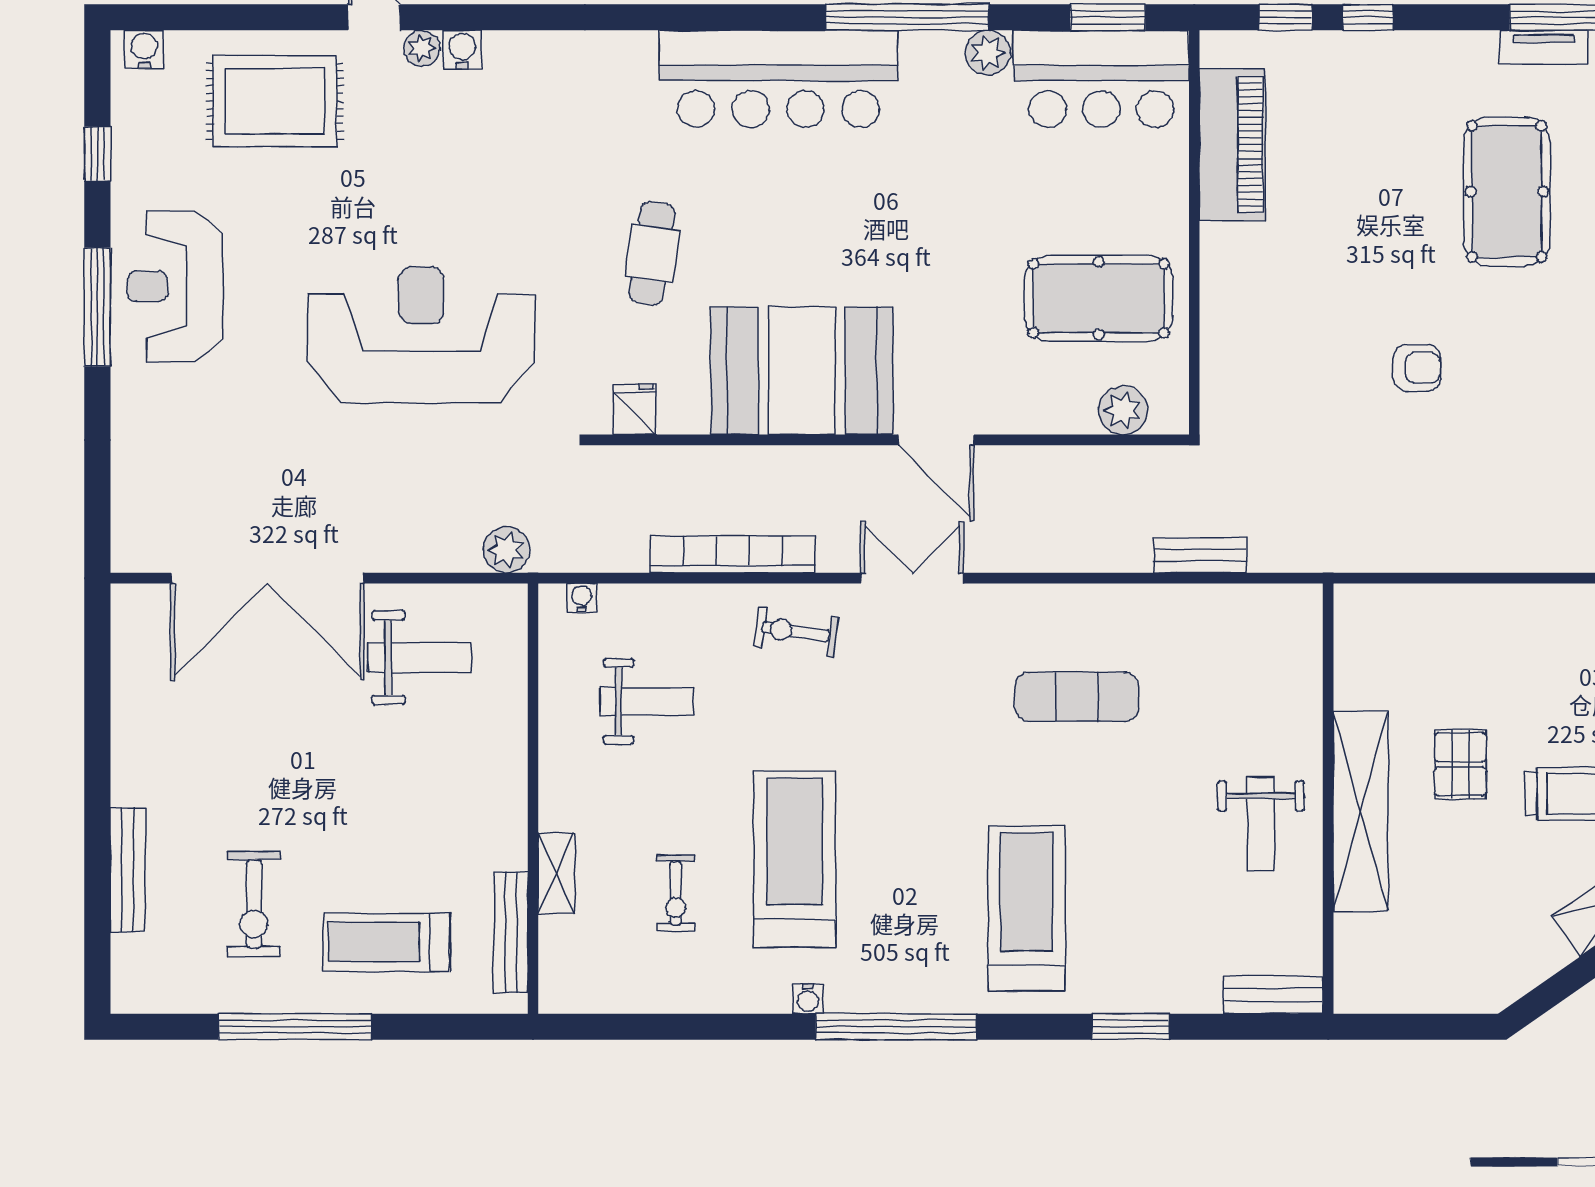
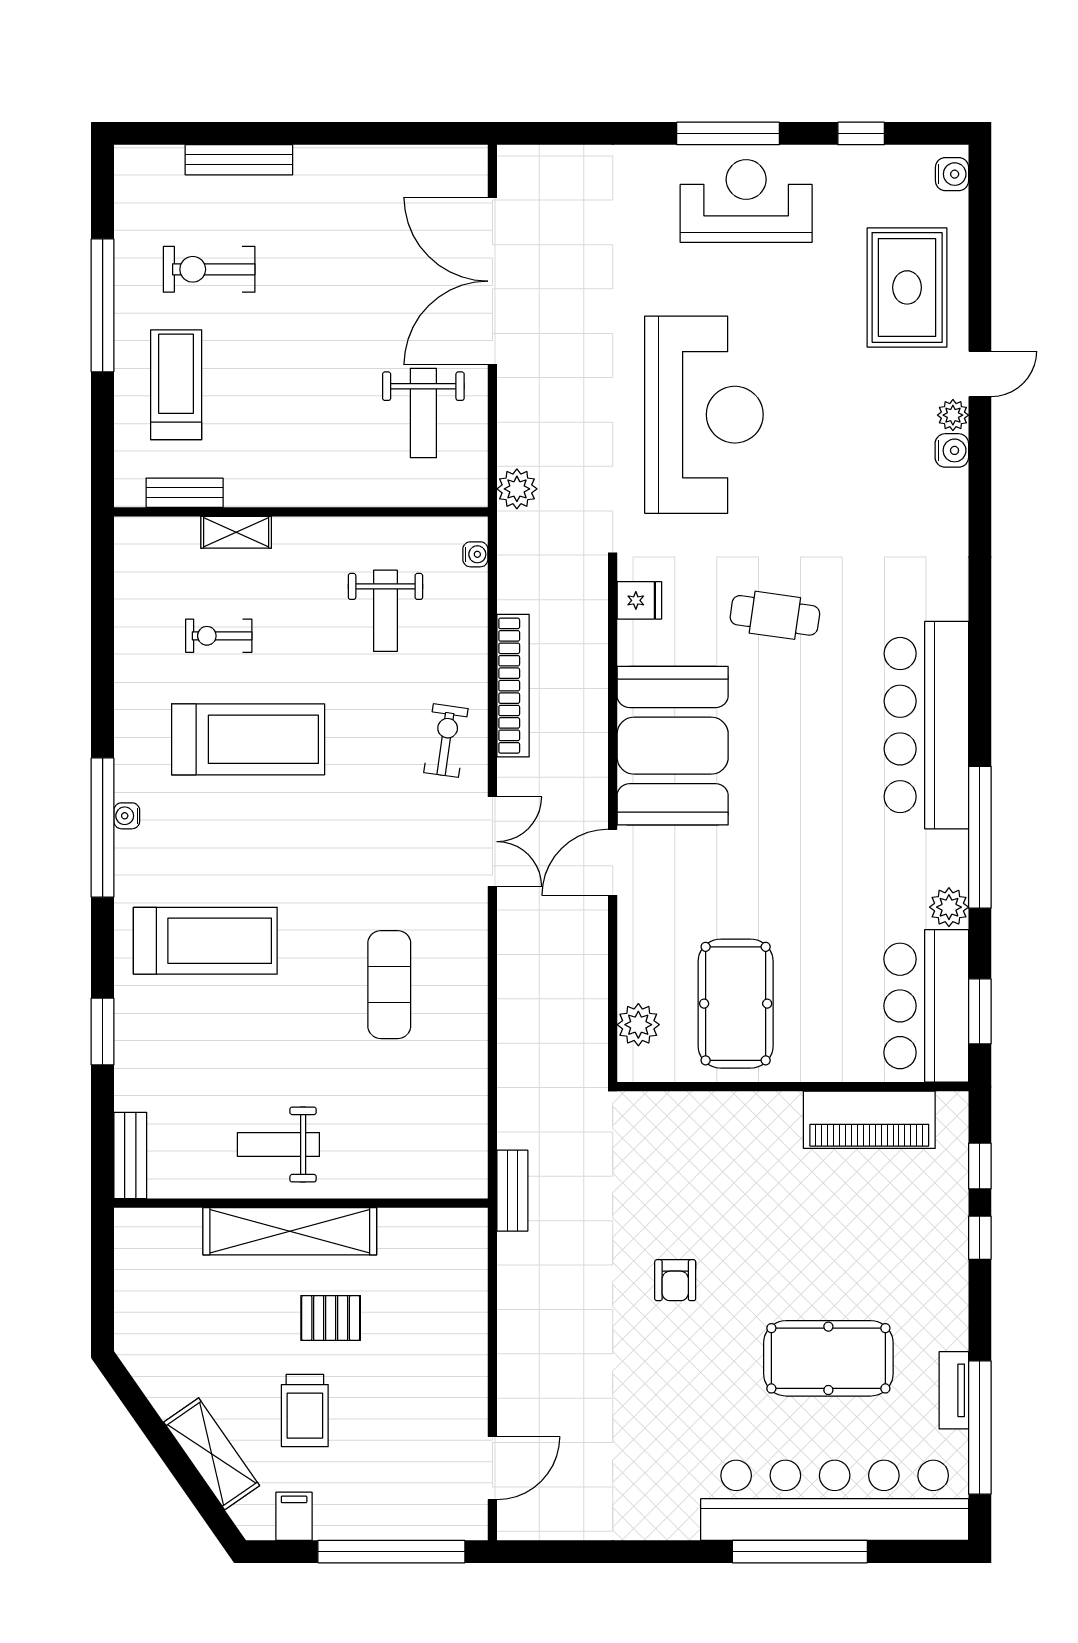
bench: (1200, 555) -> (512, 1191), moved
bench: (511, 932) -> (185, 493), width x0.73
water cooler: (808, 999) -> (127, 816), moved

